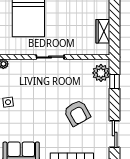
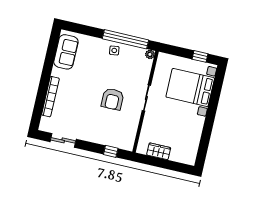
plant: (101, 73) -> (121, 141), removed
armchair: (77, 113) -> (113, 99), moved, turned -61

